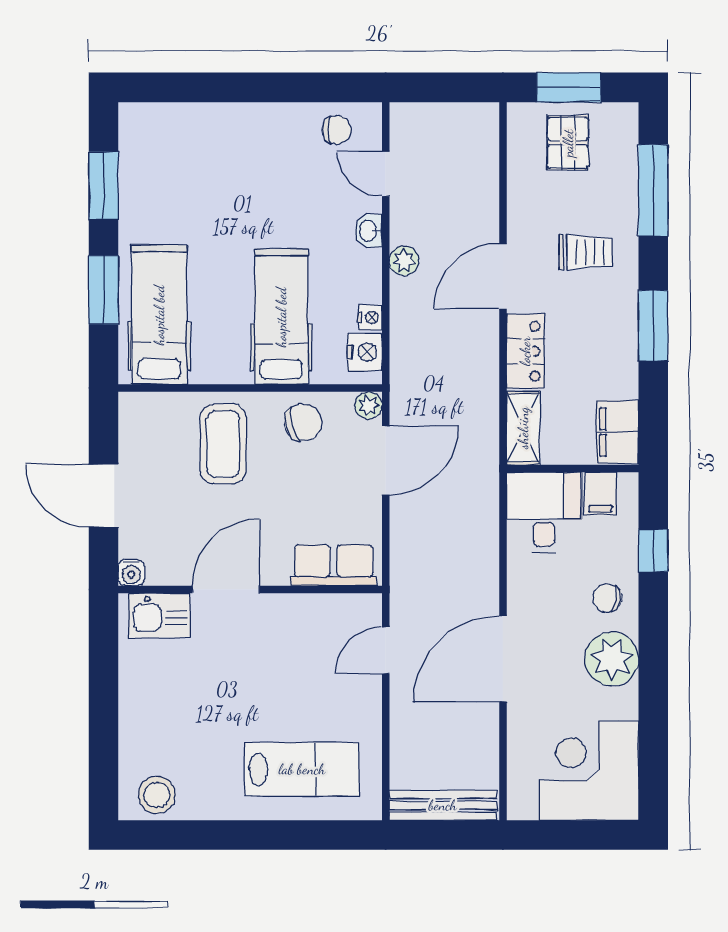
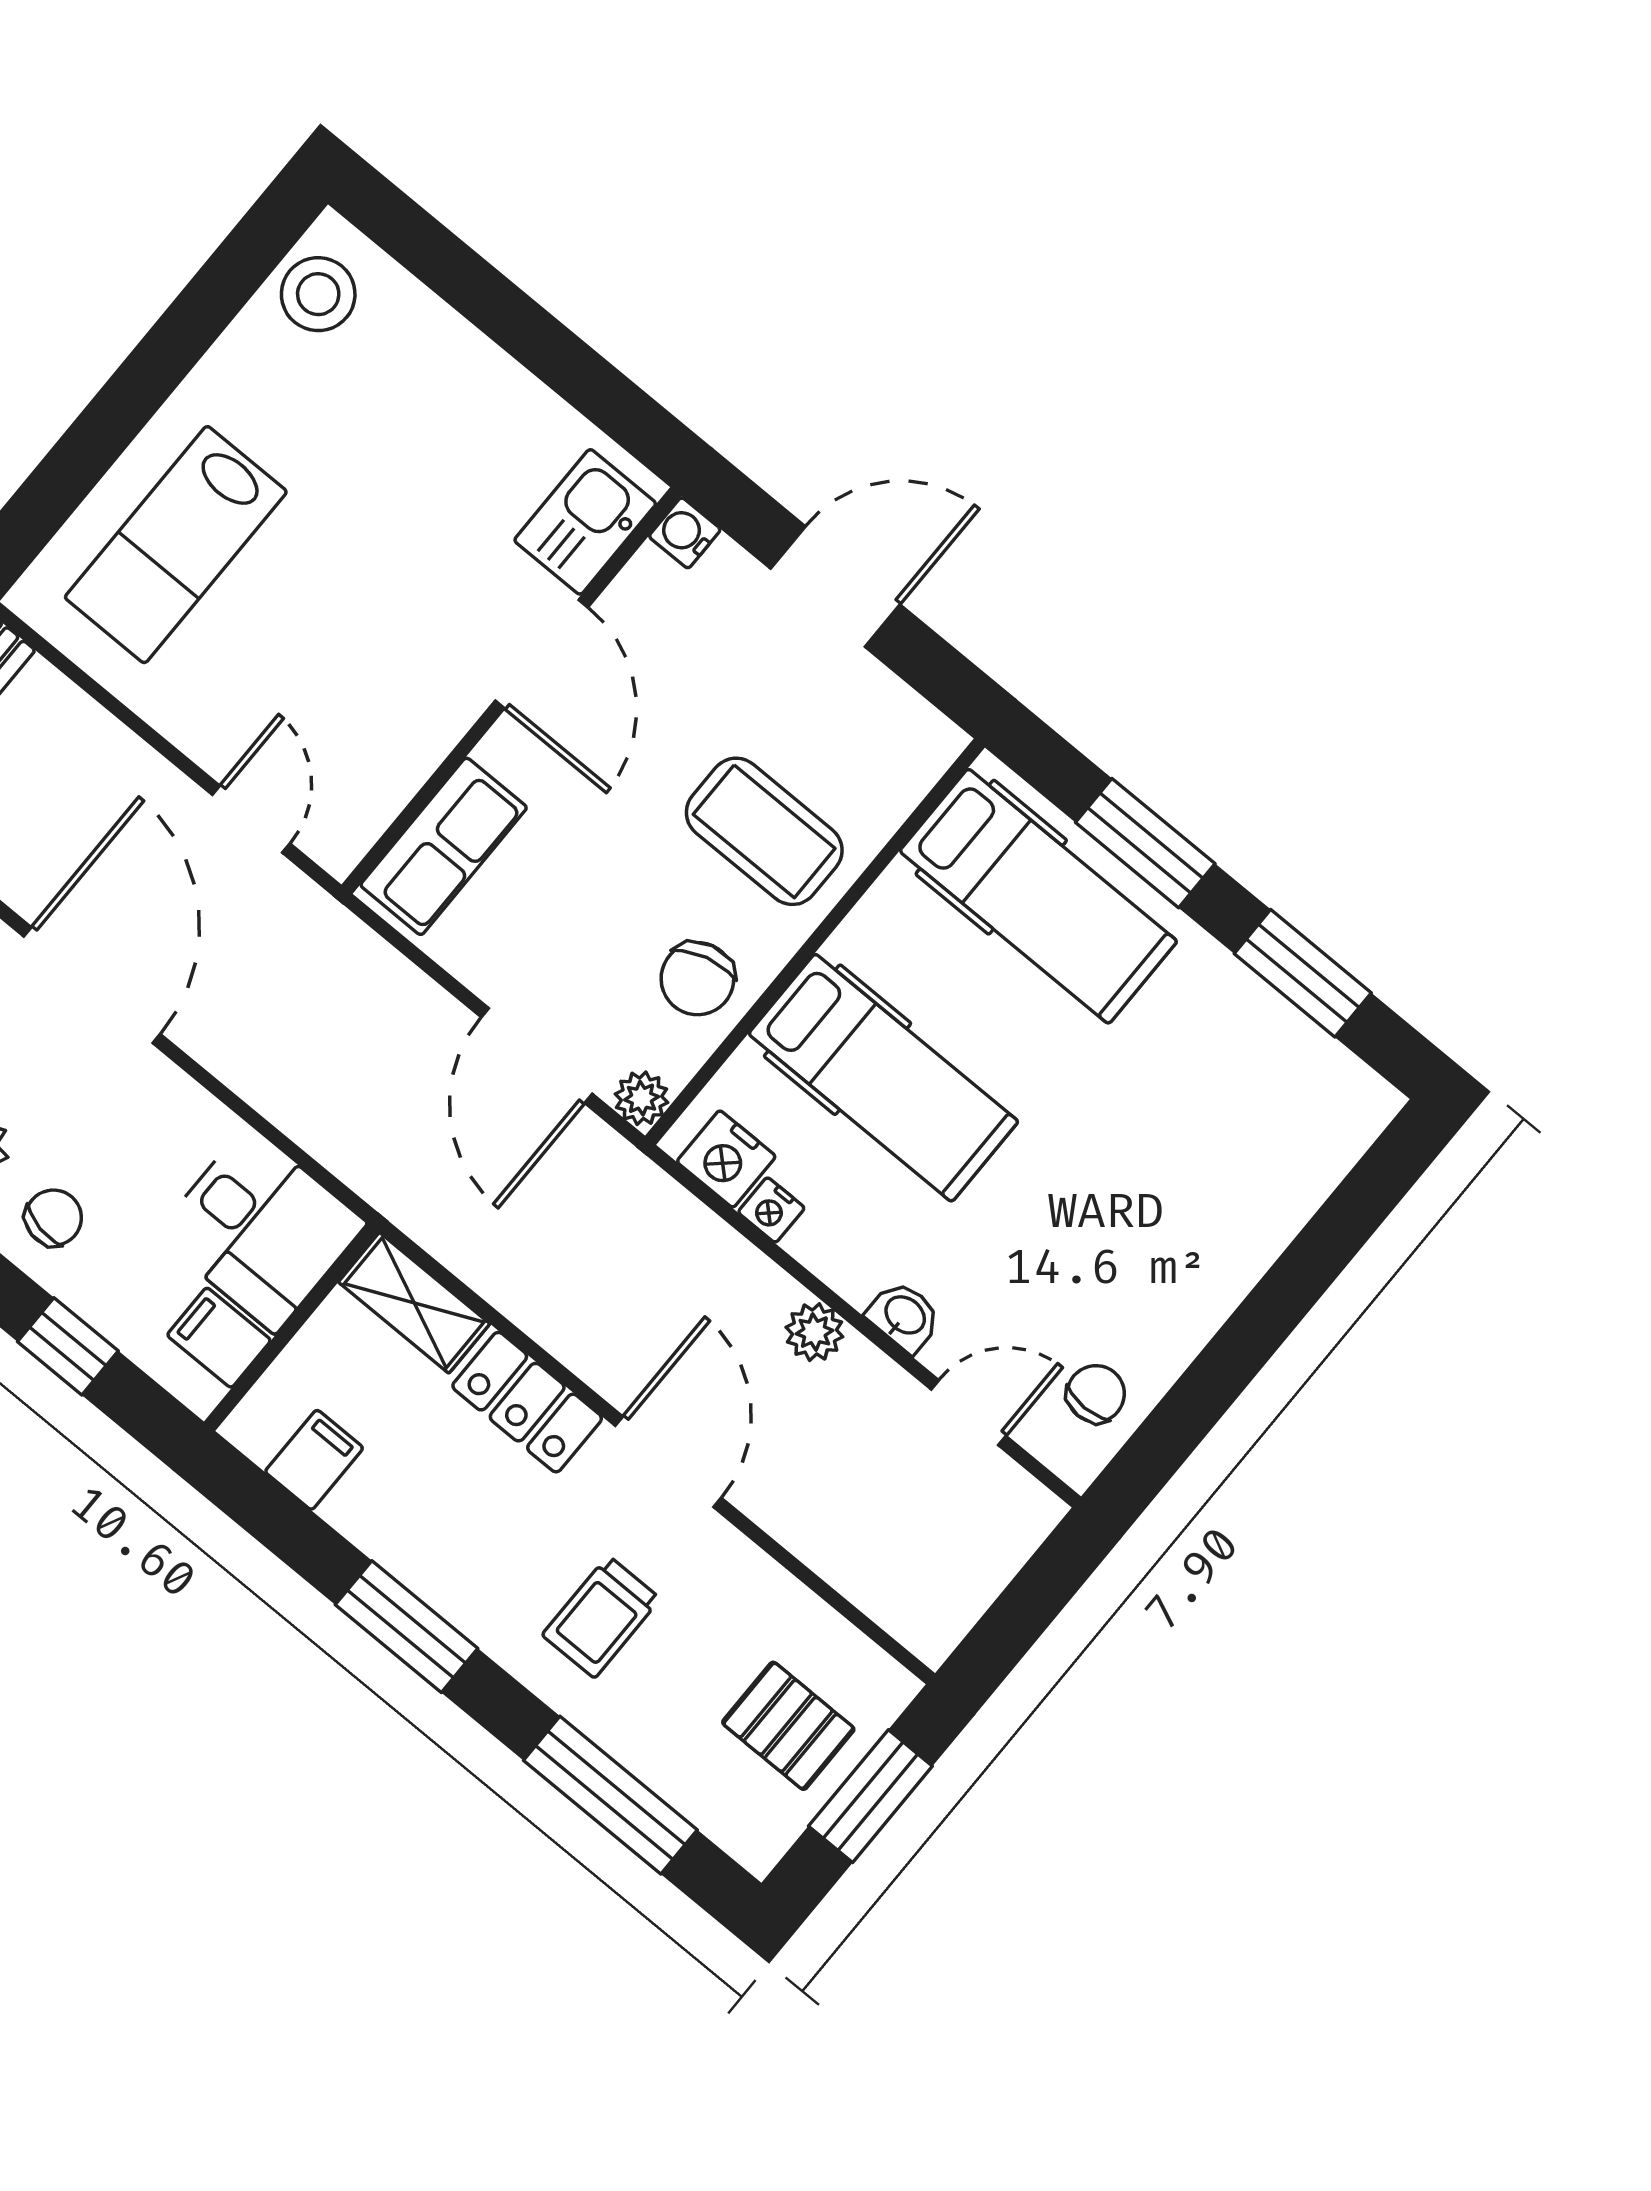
chair: (337, 130) -> (1096, 1394), turned 180
filing cabinet: (618, 432) -> (314, 1460), width x0.50

